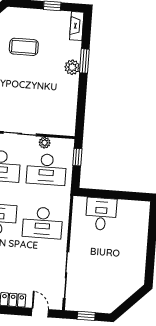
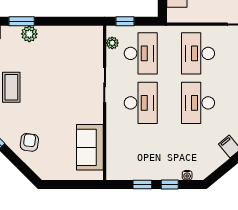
plant: (45, 143) -> (112, 43), moved
desk: (43, 223) -> (198, 53), turned 180

